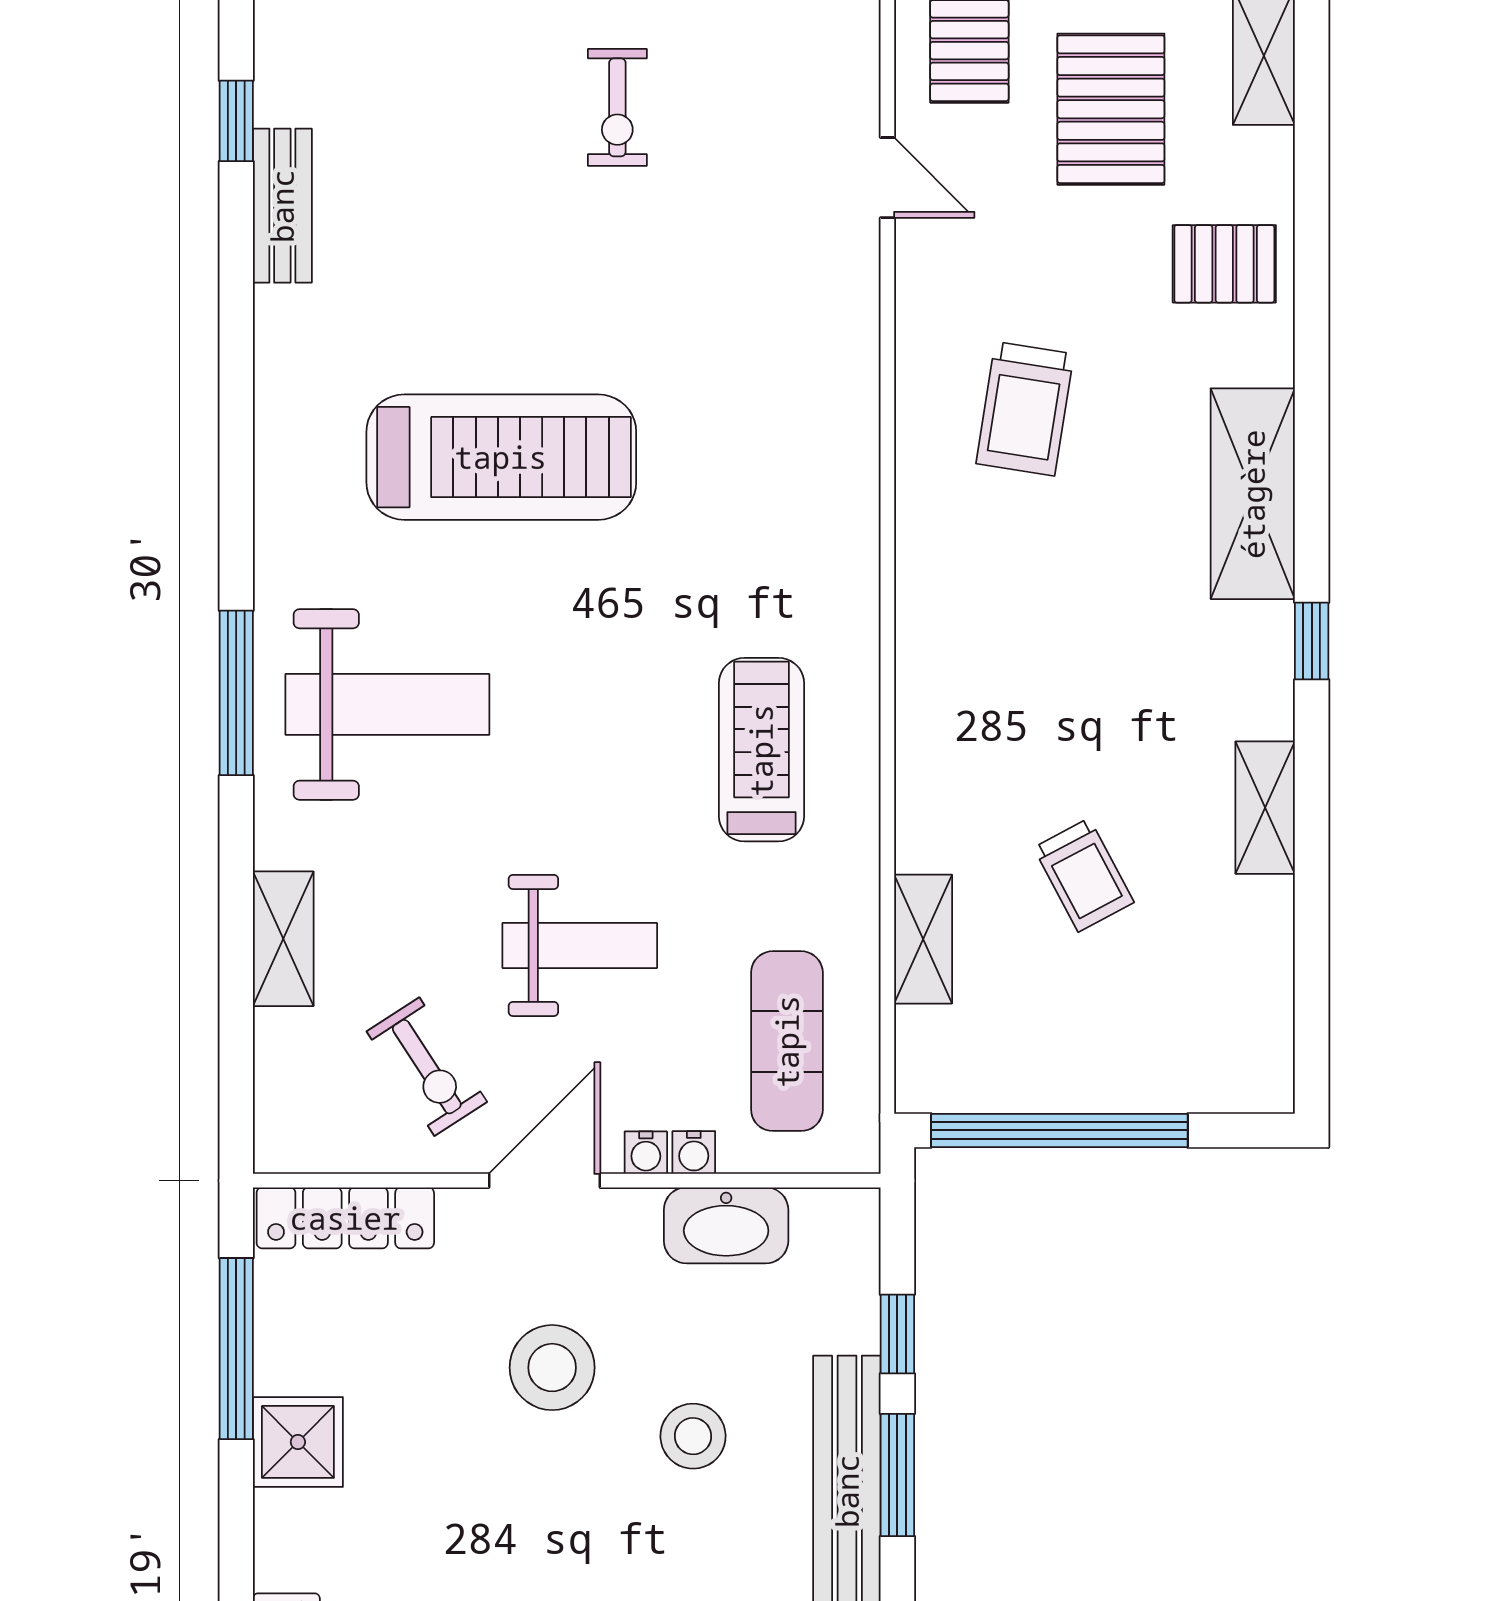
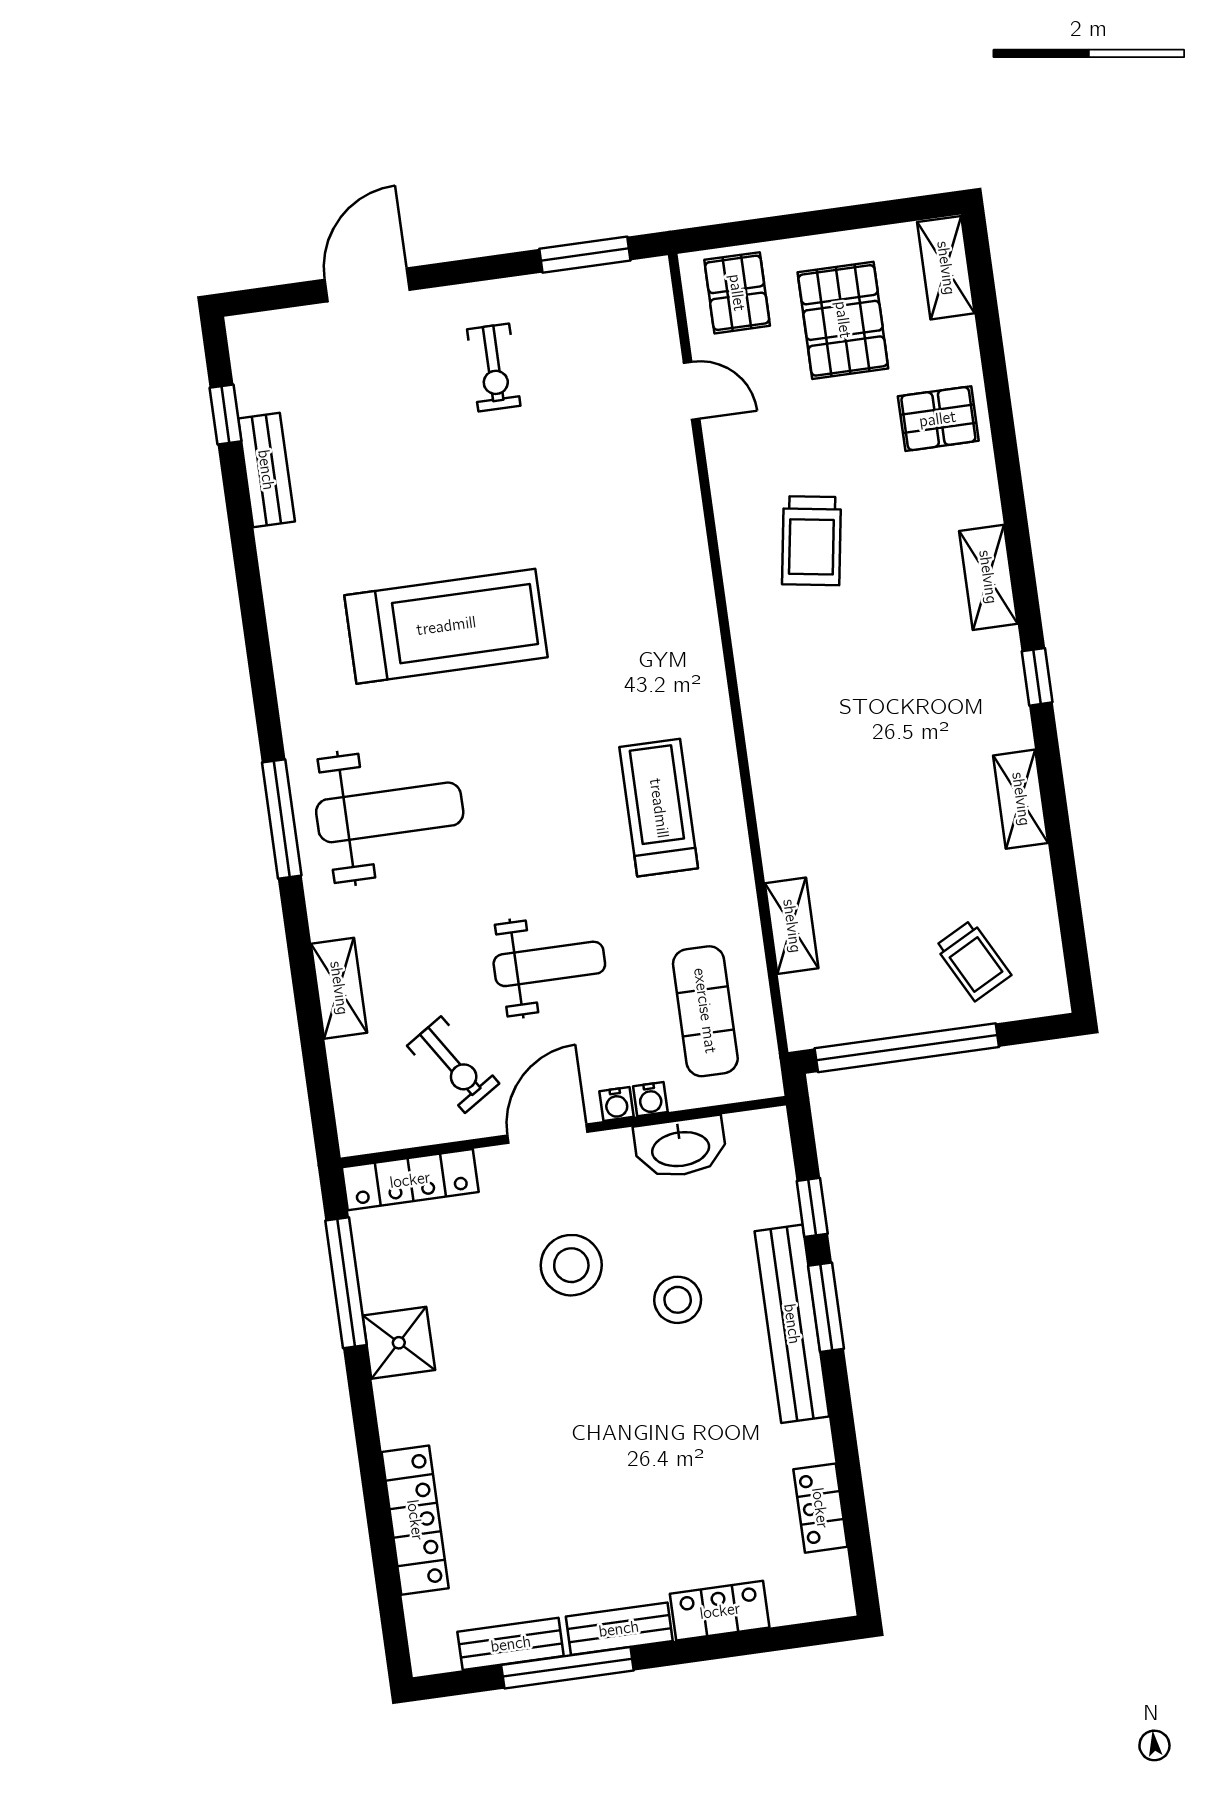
shelving: (1253, 494) -> (988, 577), width x0.67, depth x0.75
trolley: (1084, 875) -> (973, 961), moved

